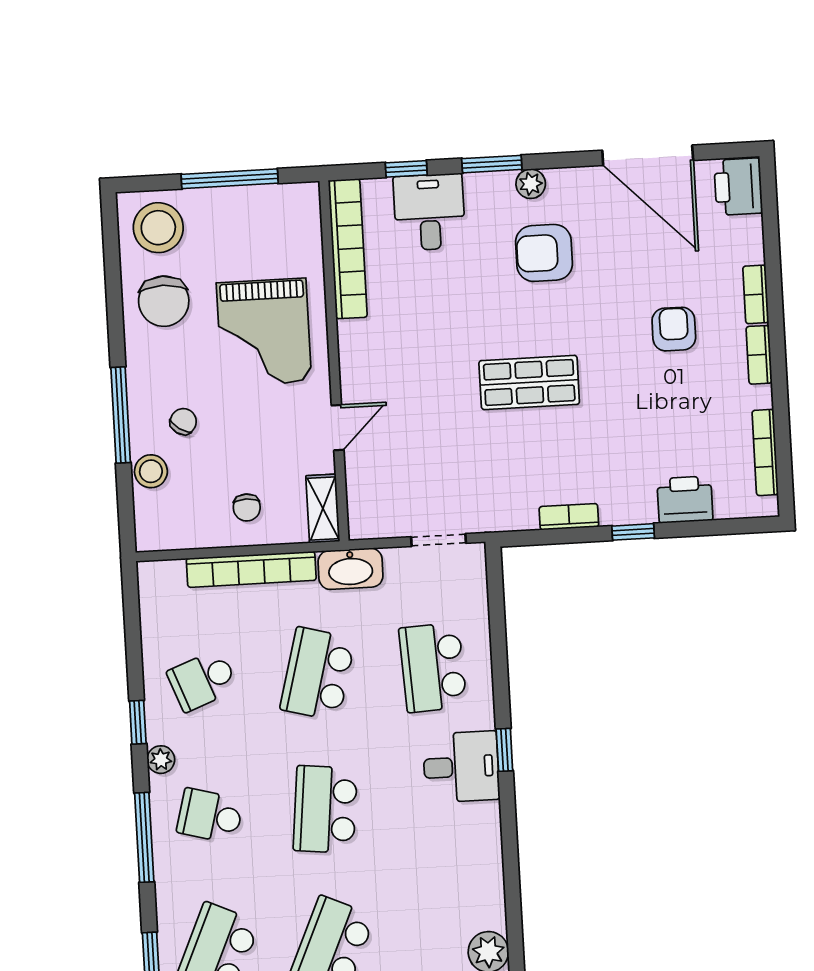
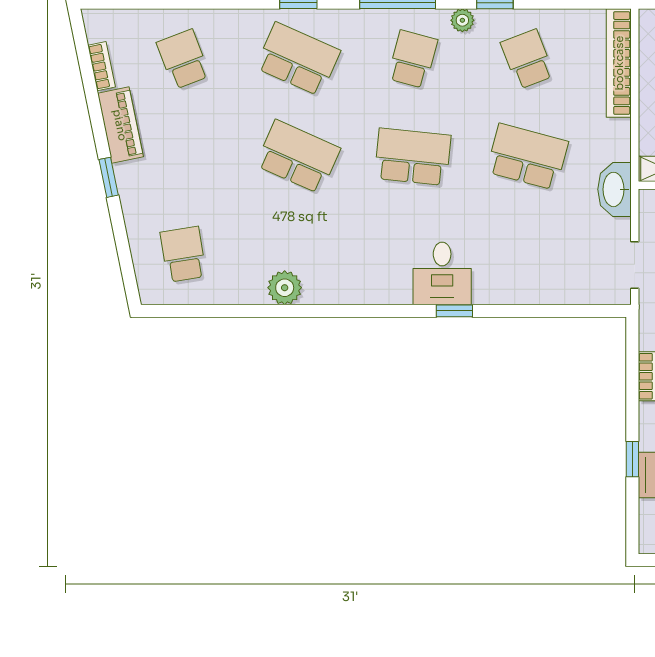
window: (633, 532) -> (632, 459), moved
bookcase: (251, 569) -> (619, 63), moved
school desk: (433, 667) -> (527, 254), removed

